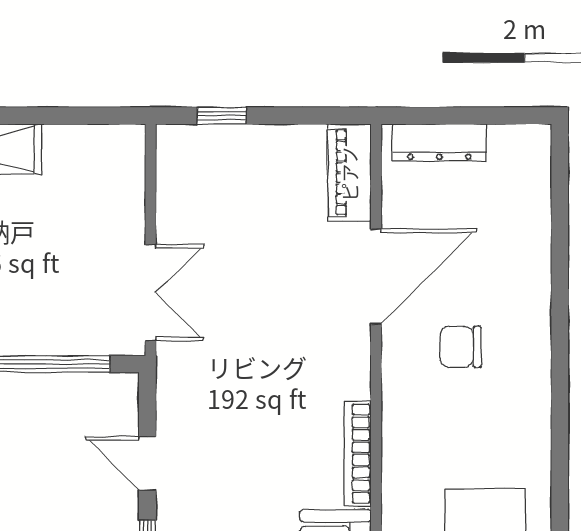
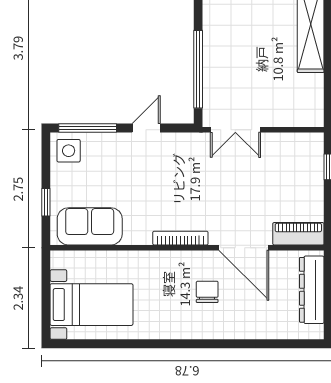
dresser: (439, 142) -> (312, 290), width x1.37, depth x1.24
bookcase: (358, 454) -> (180, 238), moved

